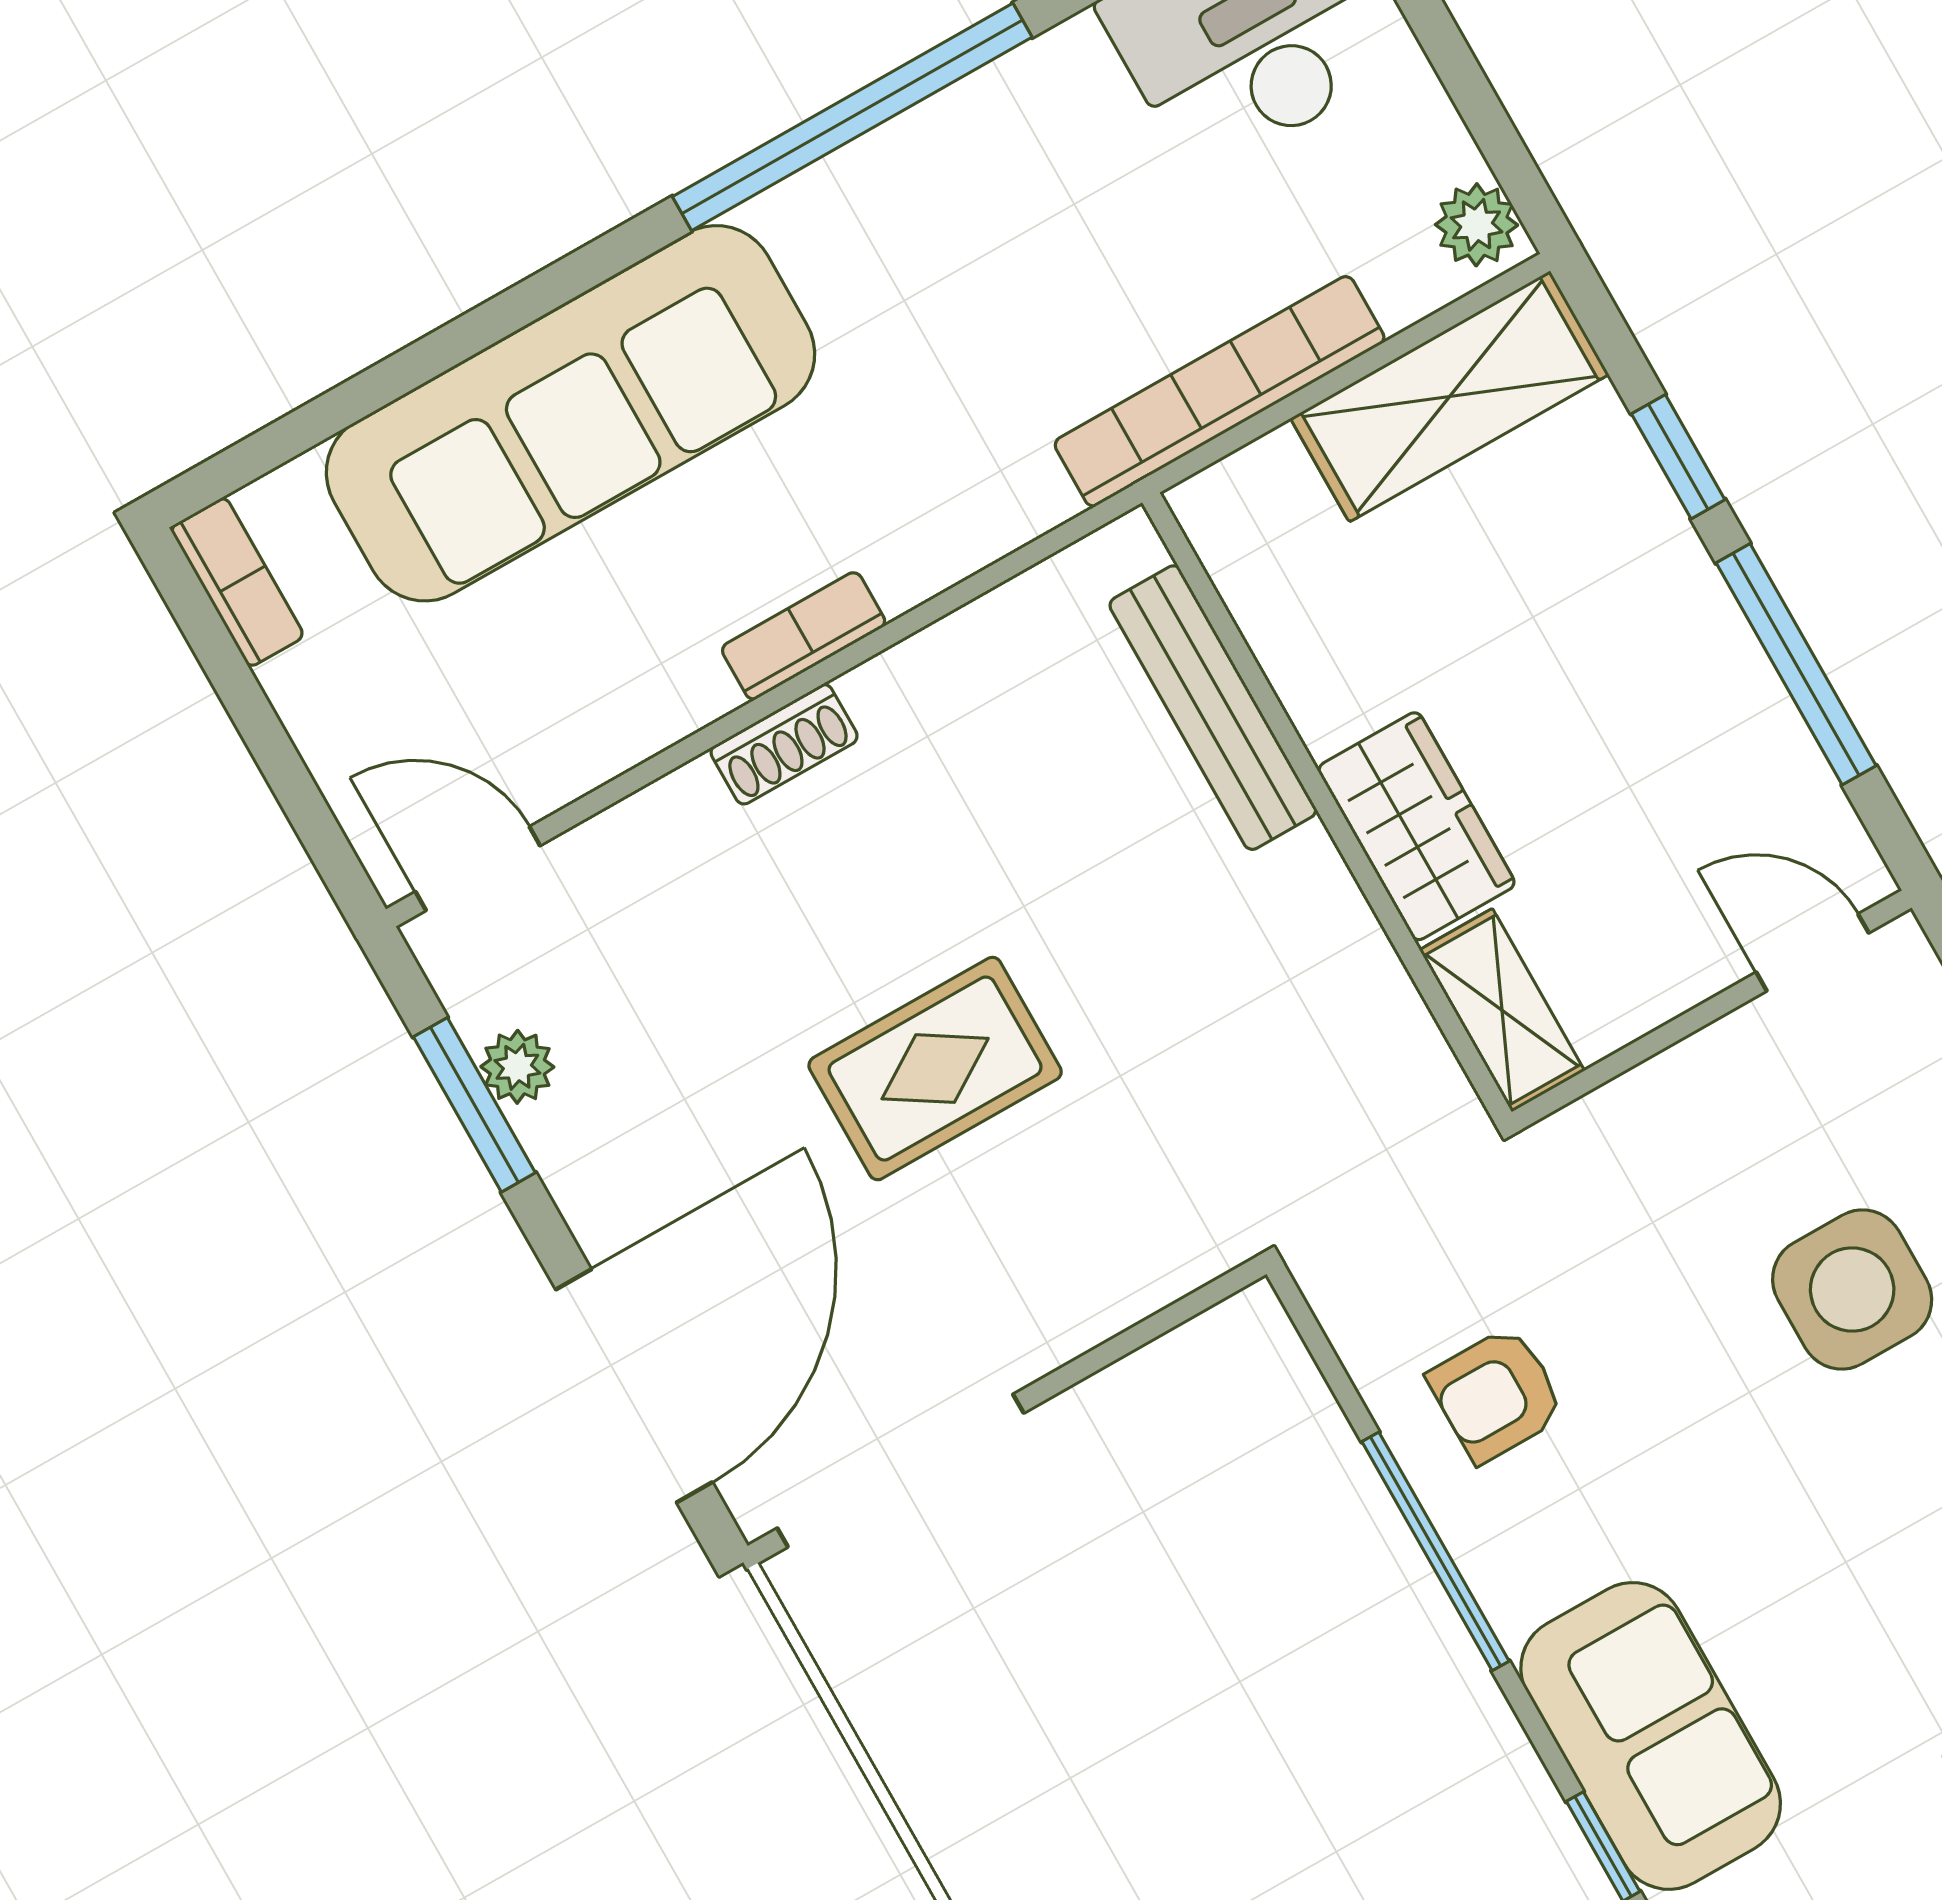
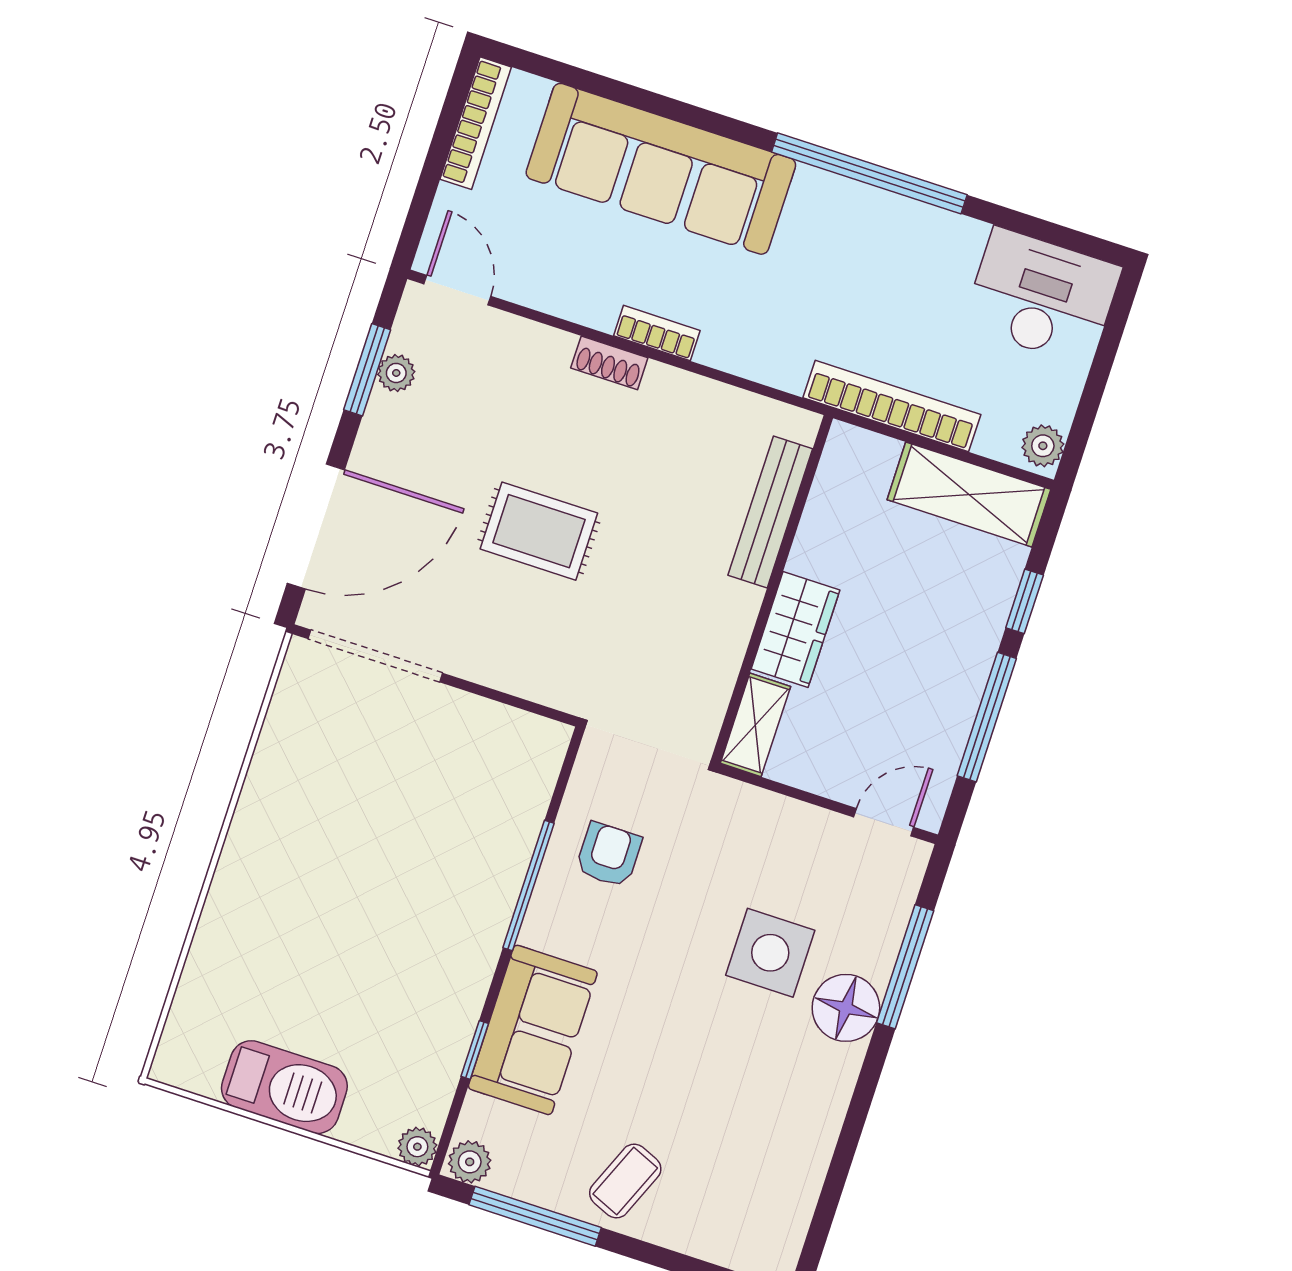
bookcase: (237, 582) -> (476, 123), width x1.56
door: (1812, 952) -> (884, 822), hinge flipped
armchair: (1497, 1395) -> (609, 855), turned 90

